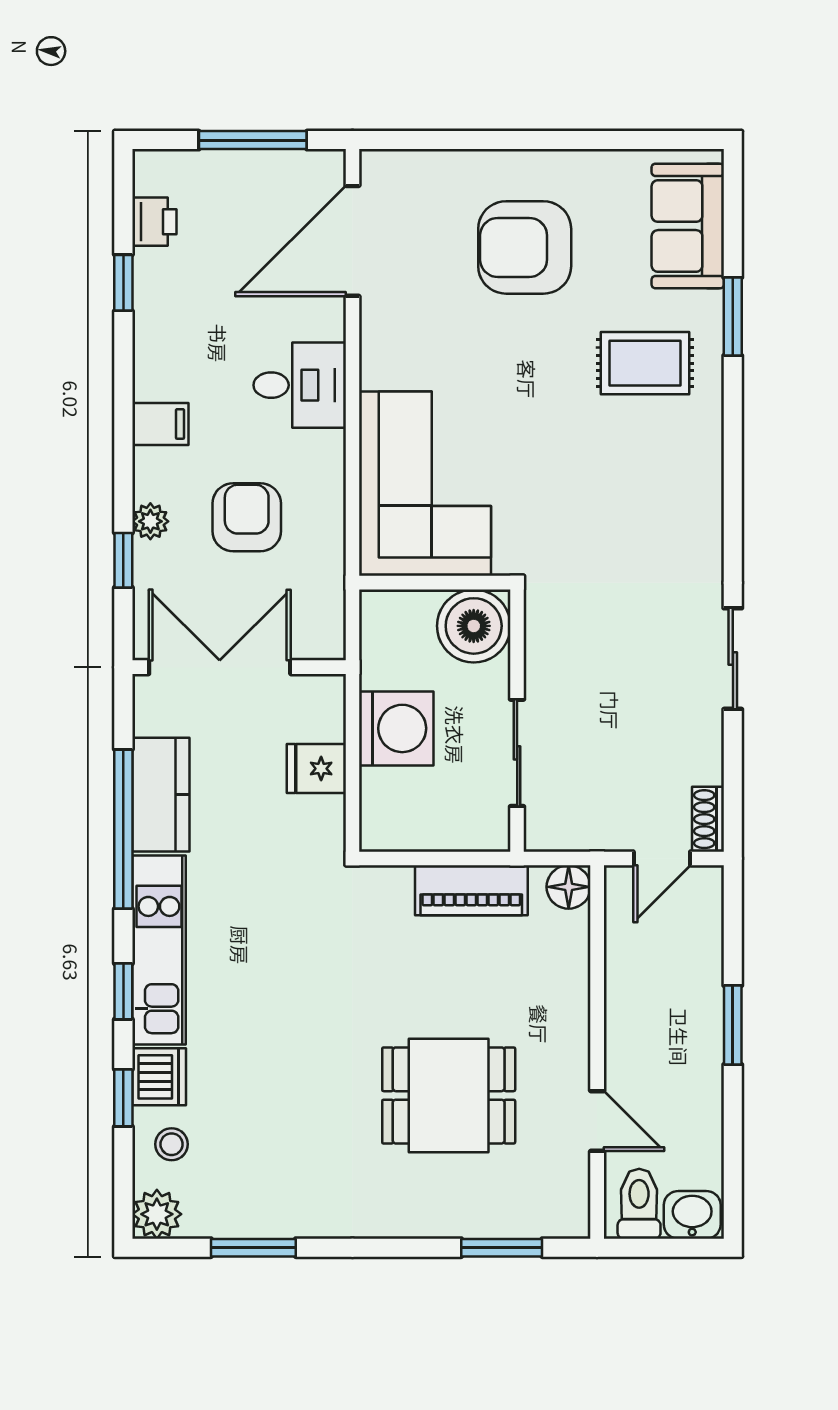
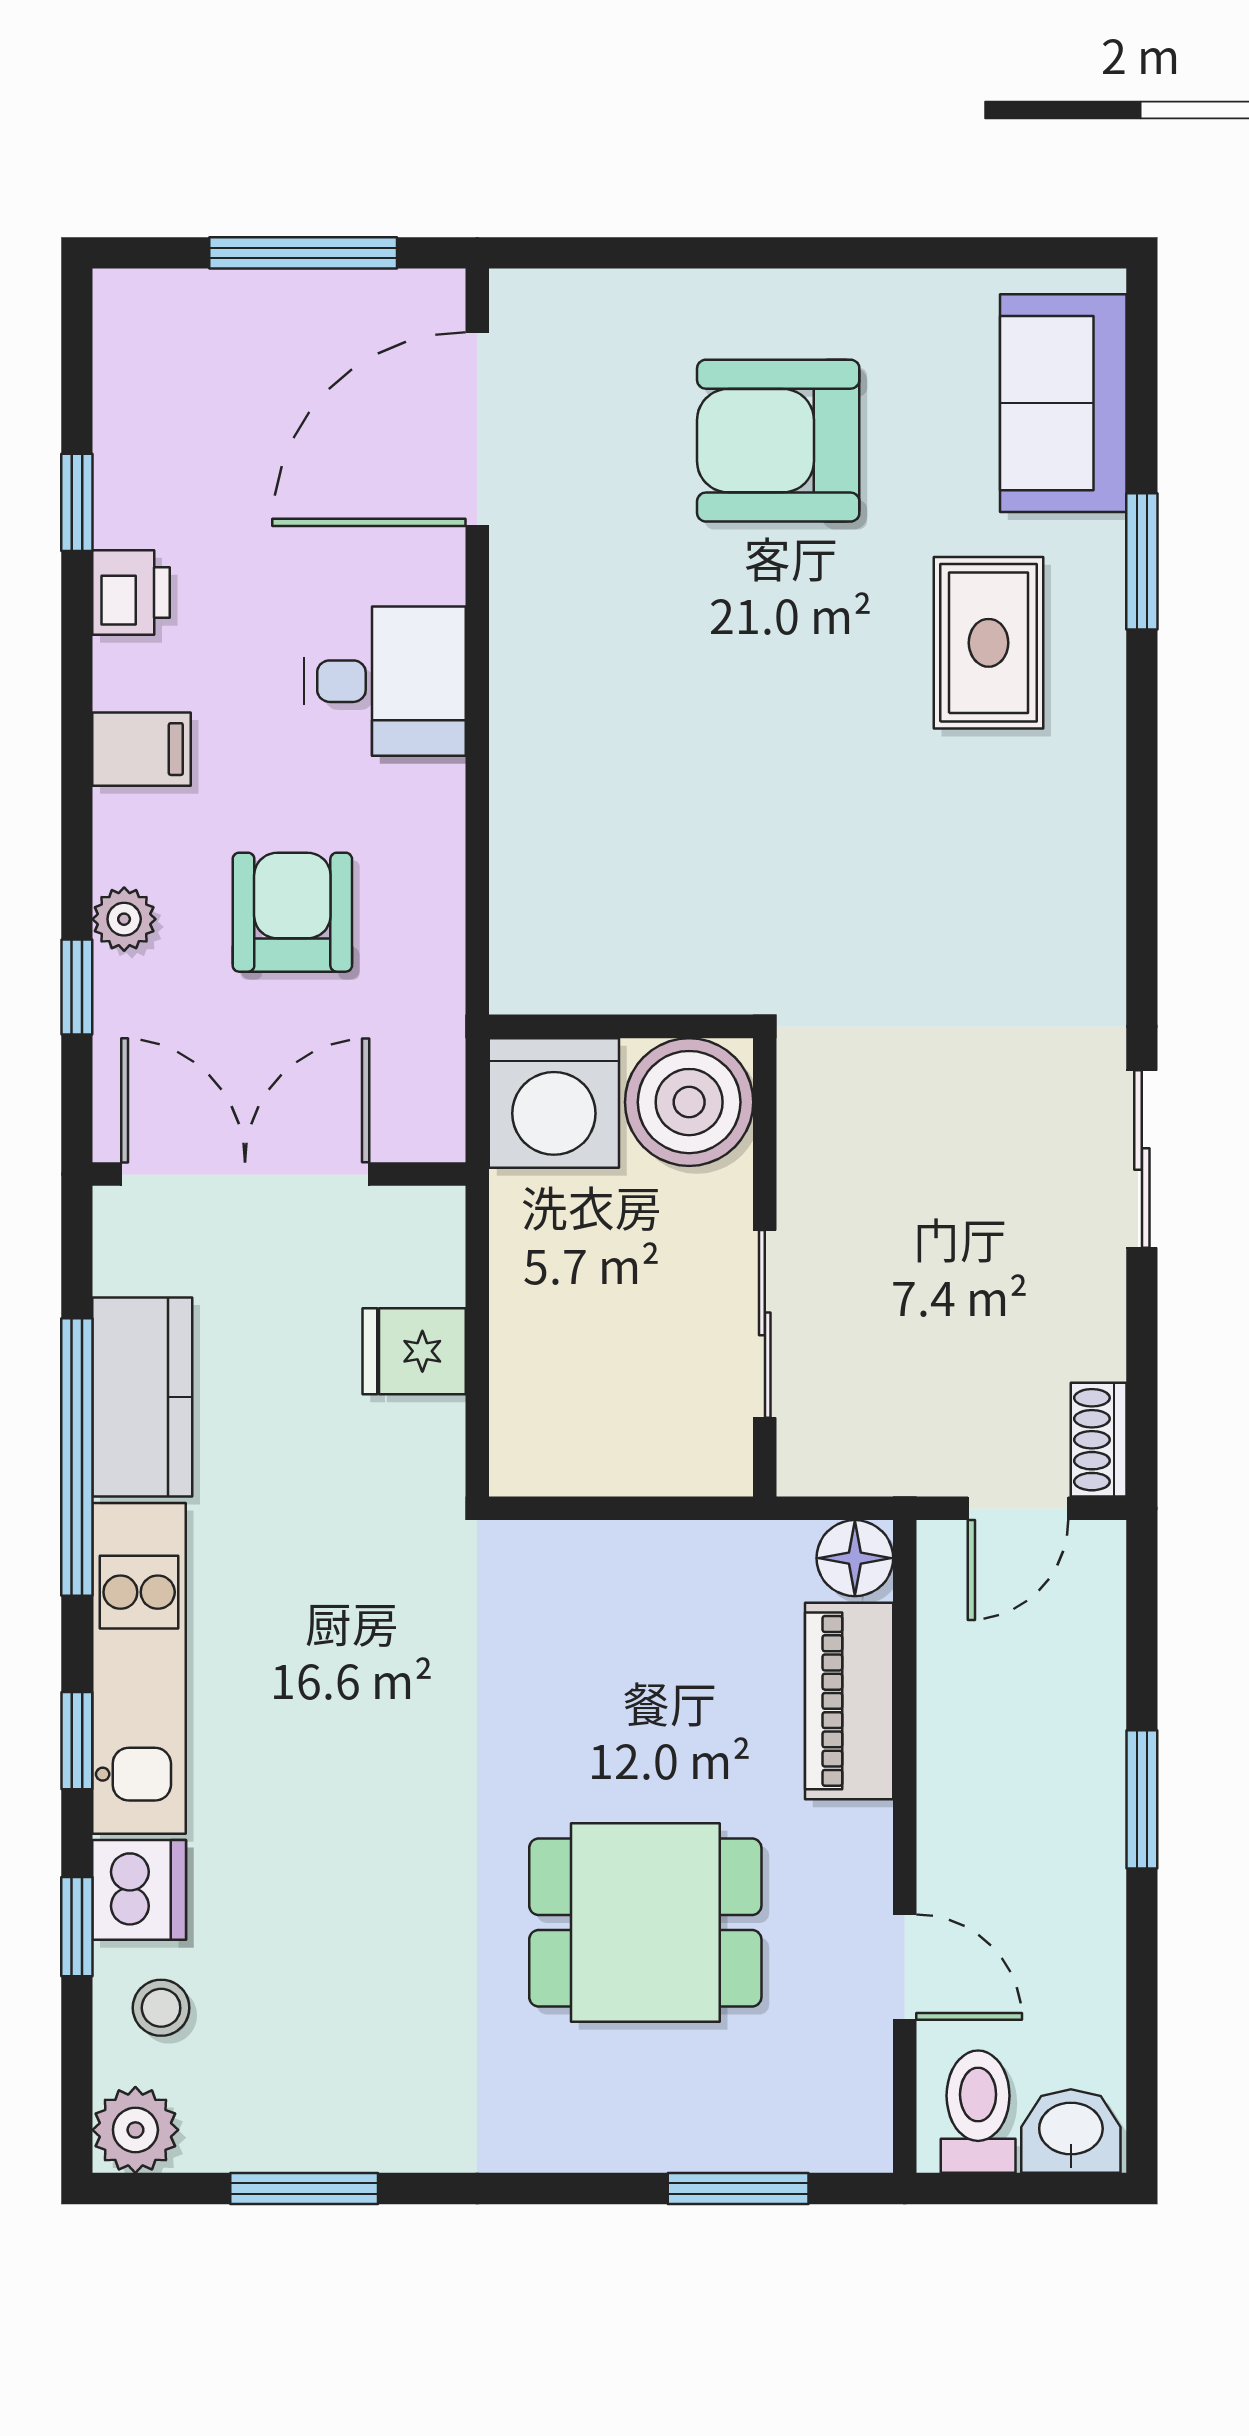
printer: (154, 222) -> (131, 592), moved
rug: (645, 363) -> (989, 643), turned 90
corner sofa: (425, 484) -> (604, 853), removed
washing machine: (396, 728) -> (554, 1103), moved, turned 90
piano: (471, 890) -> (849, 1701), moved, turned 90

